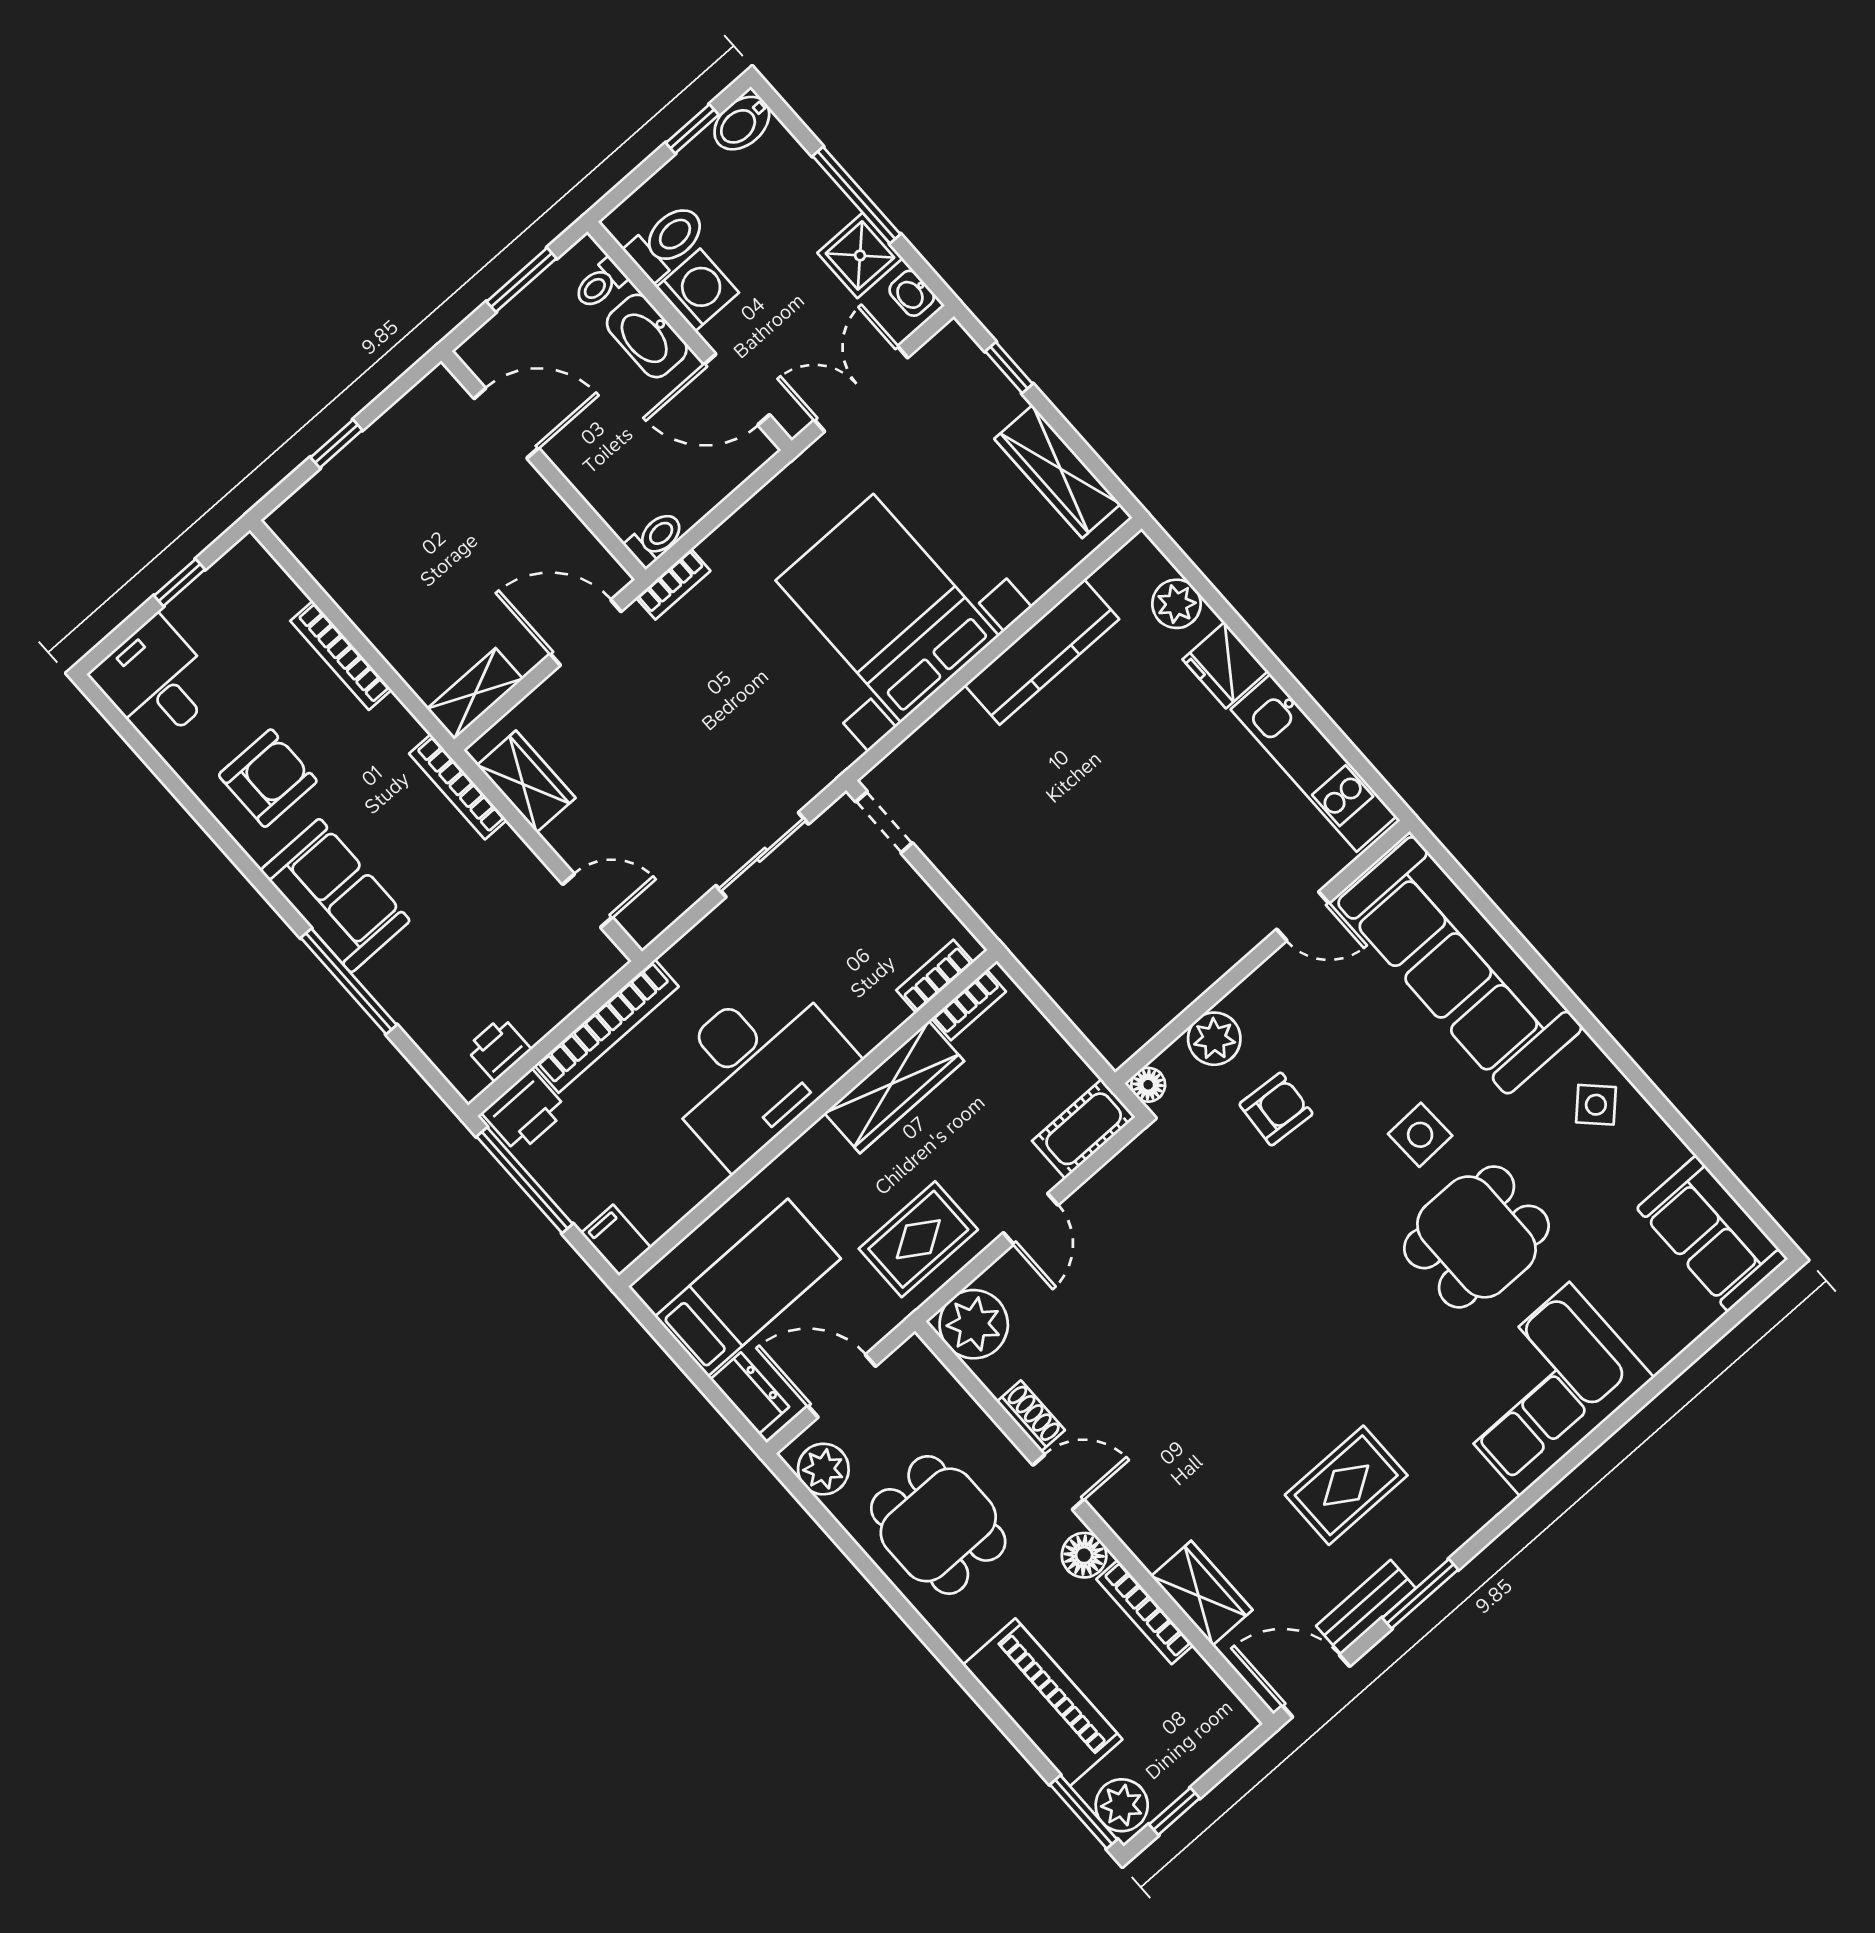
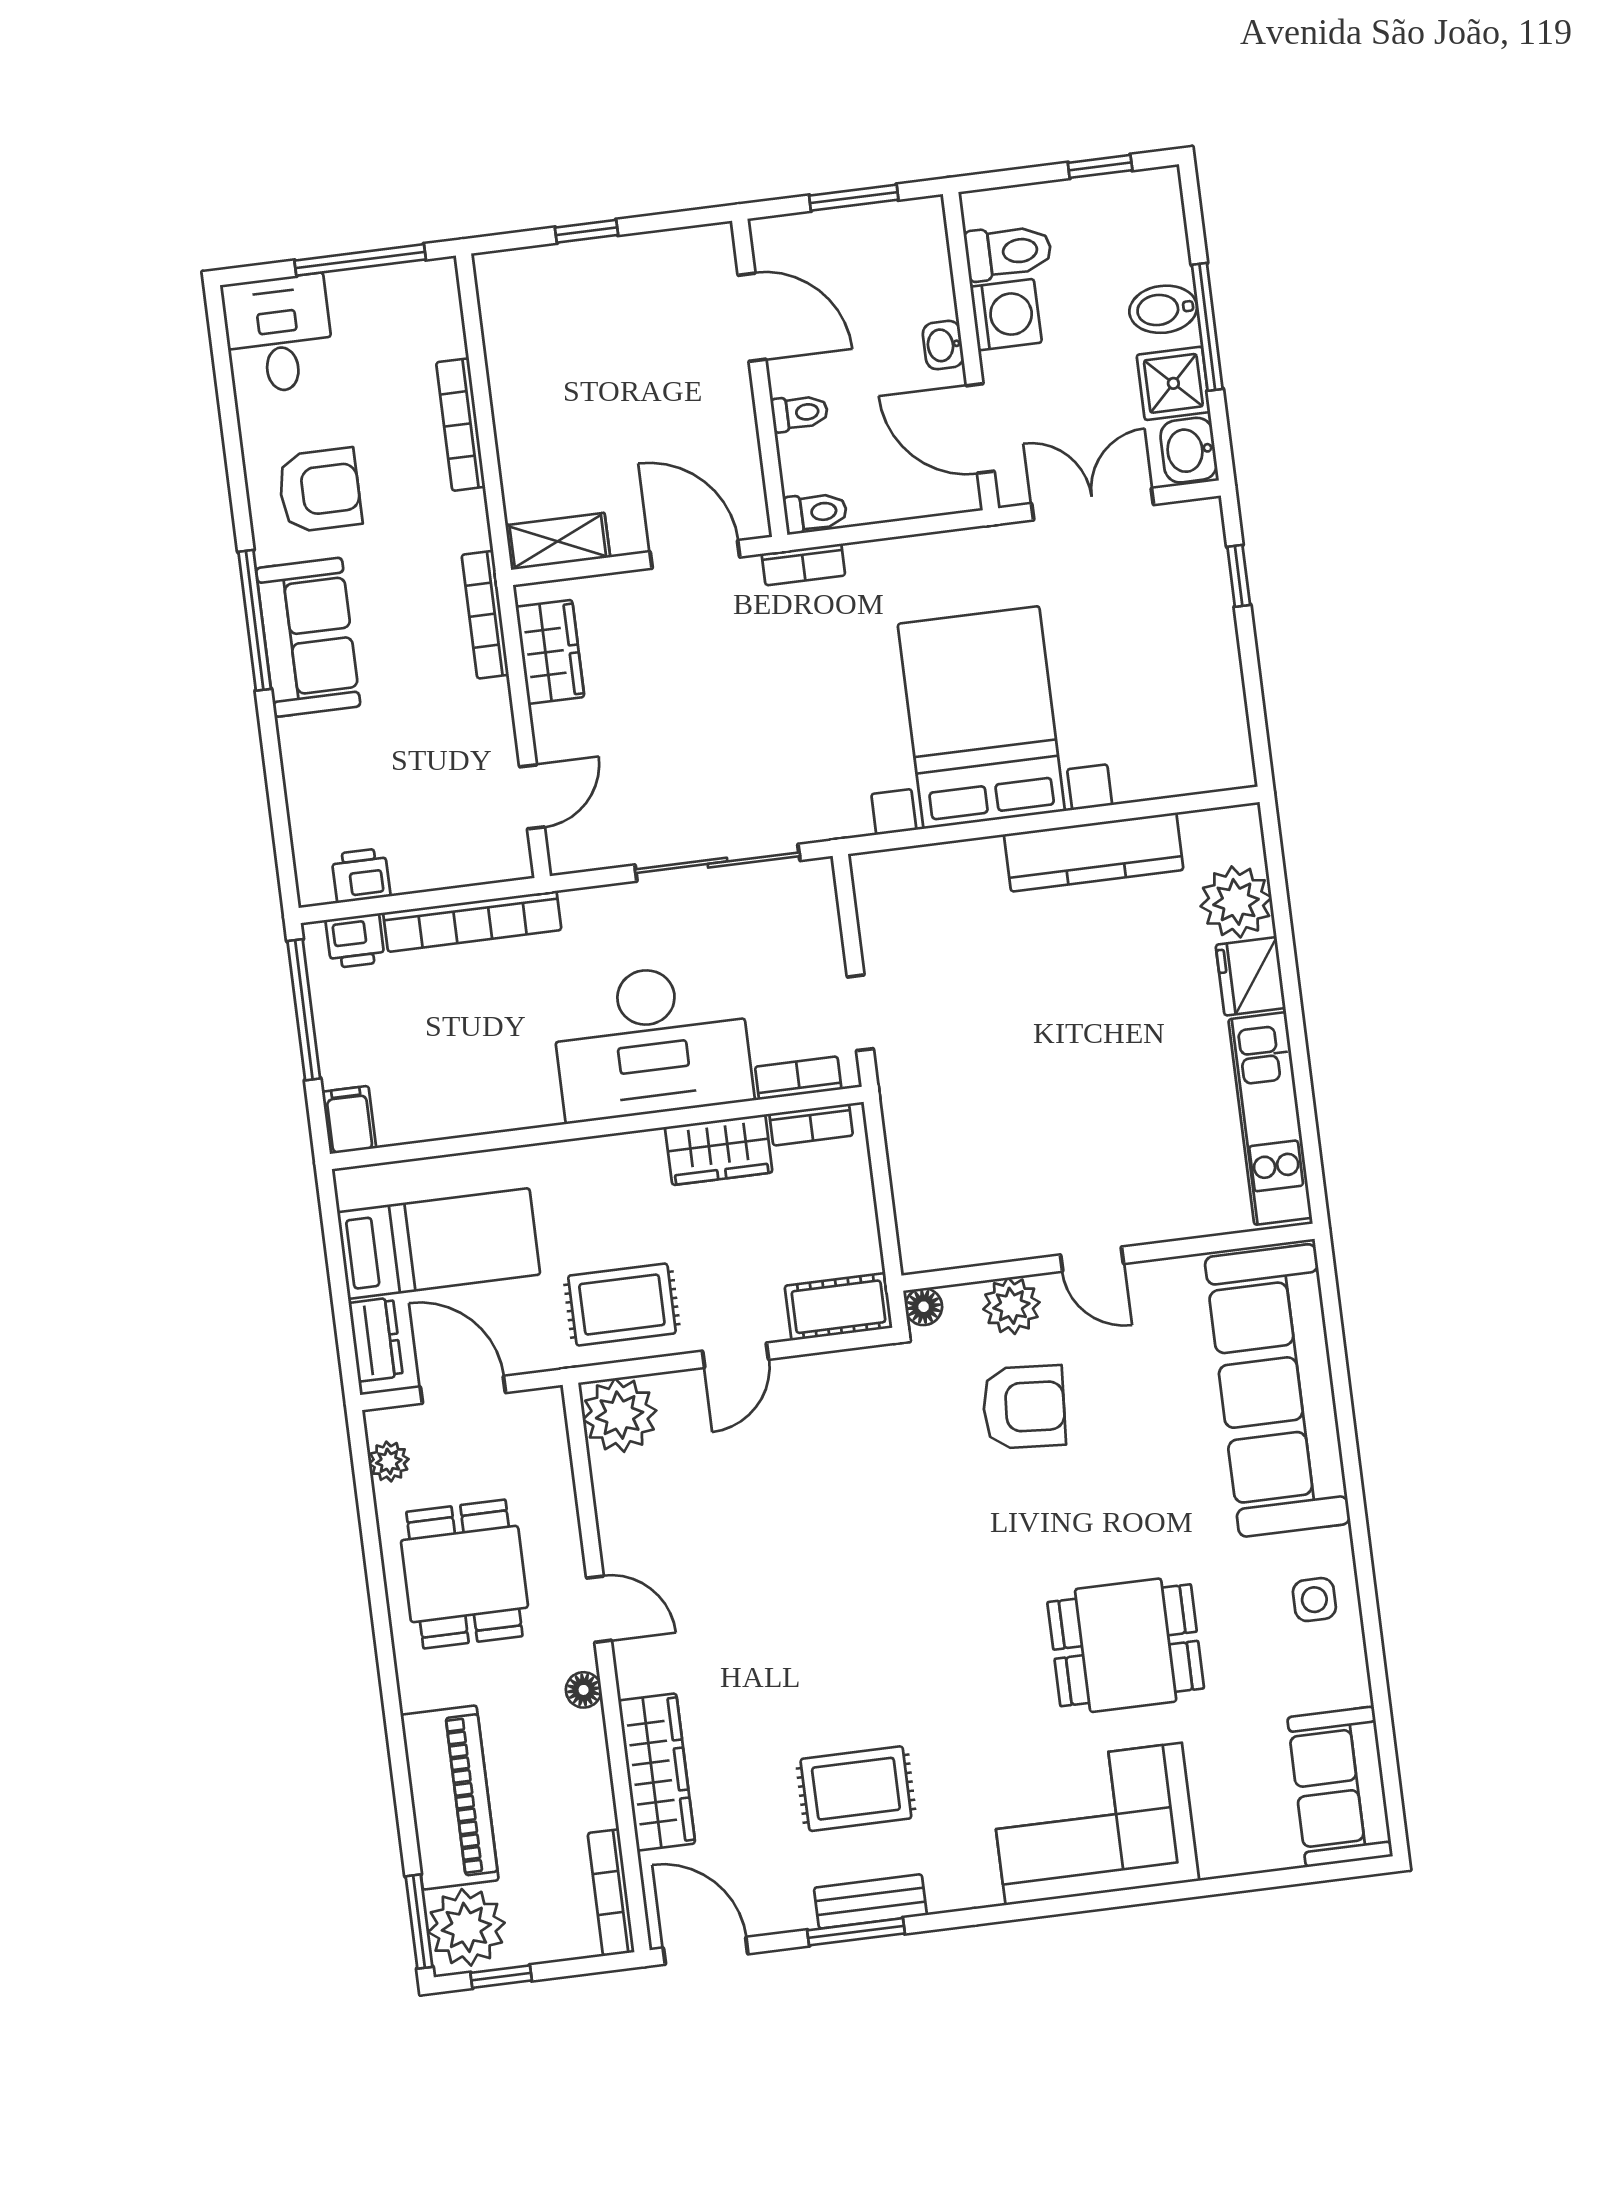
bidet: (742, 123) -> (1163, 309), moved
toilet: (600, 284) -> (800, 413), moved, turned 180
washbasin: (912, 293) -> (1189, 450), width x1.38, depth x1.45
washbasin: (647, 336) -> (943, 345), width x0.52, depth x0.69
wardrobe: (1057, 472) -> (1218, 699), removed
window: (179, 583) -> (360, 260), width x2.17
plant: (1176, 604) -> (1236, 902), width x1.36, depth x1.36
doorway: (884, 822) -> (860, 1013), moved
sliding door: (762, 855) -> (717, 863), width x1.37
door: (588, 901) -> (532, 797), hinge flipped
door: (1303, 916) -> (1092, 1259), moved
window: (349, 981) -> (255, 620), moved
desk: (755, 1068) -> (651, 1041), moved
wardrobe: (894, 1087) -> (719, 1150), width x0.67
side table: (1596, 1105) -> (1314, 1600), turned 45
armchair: (1276, 1109) -> (1024, 1407), width x1.38, depth x1.38
printer: (525, 1111) -> (355, 941), width x0.73, depth x0.81
side table: (1420, 1135) -> (1138, 1519), removed
shoe rack: (1031, 1416) -> (615, 1533), removed
plant: (823, 1469) -> (389, 1461), width x0.73, depth x0.73
floor lamp: (1084, 1555) -> (584, 1690), width x0.73, depth x0.73
wardrobe: (1202, 1593) -> (657, 1772), width x1.50
bench: (1366, 1607) -> (870, 1901), moved
bookcase: (1145, 1612) -> (611, 1893), moved
plant: (1122, 1805) -> (466, 1927), width x1.36, depth x1.36

